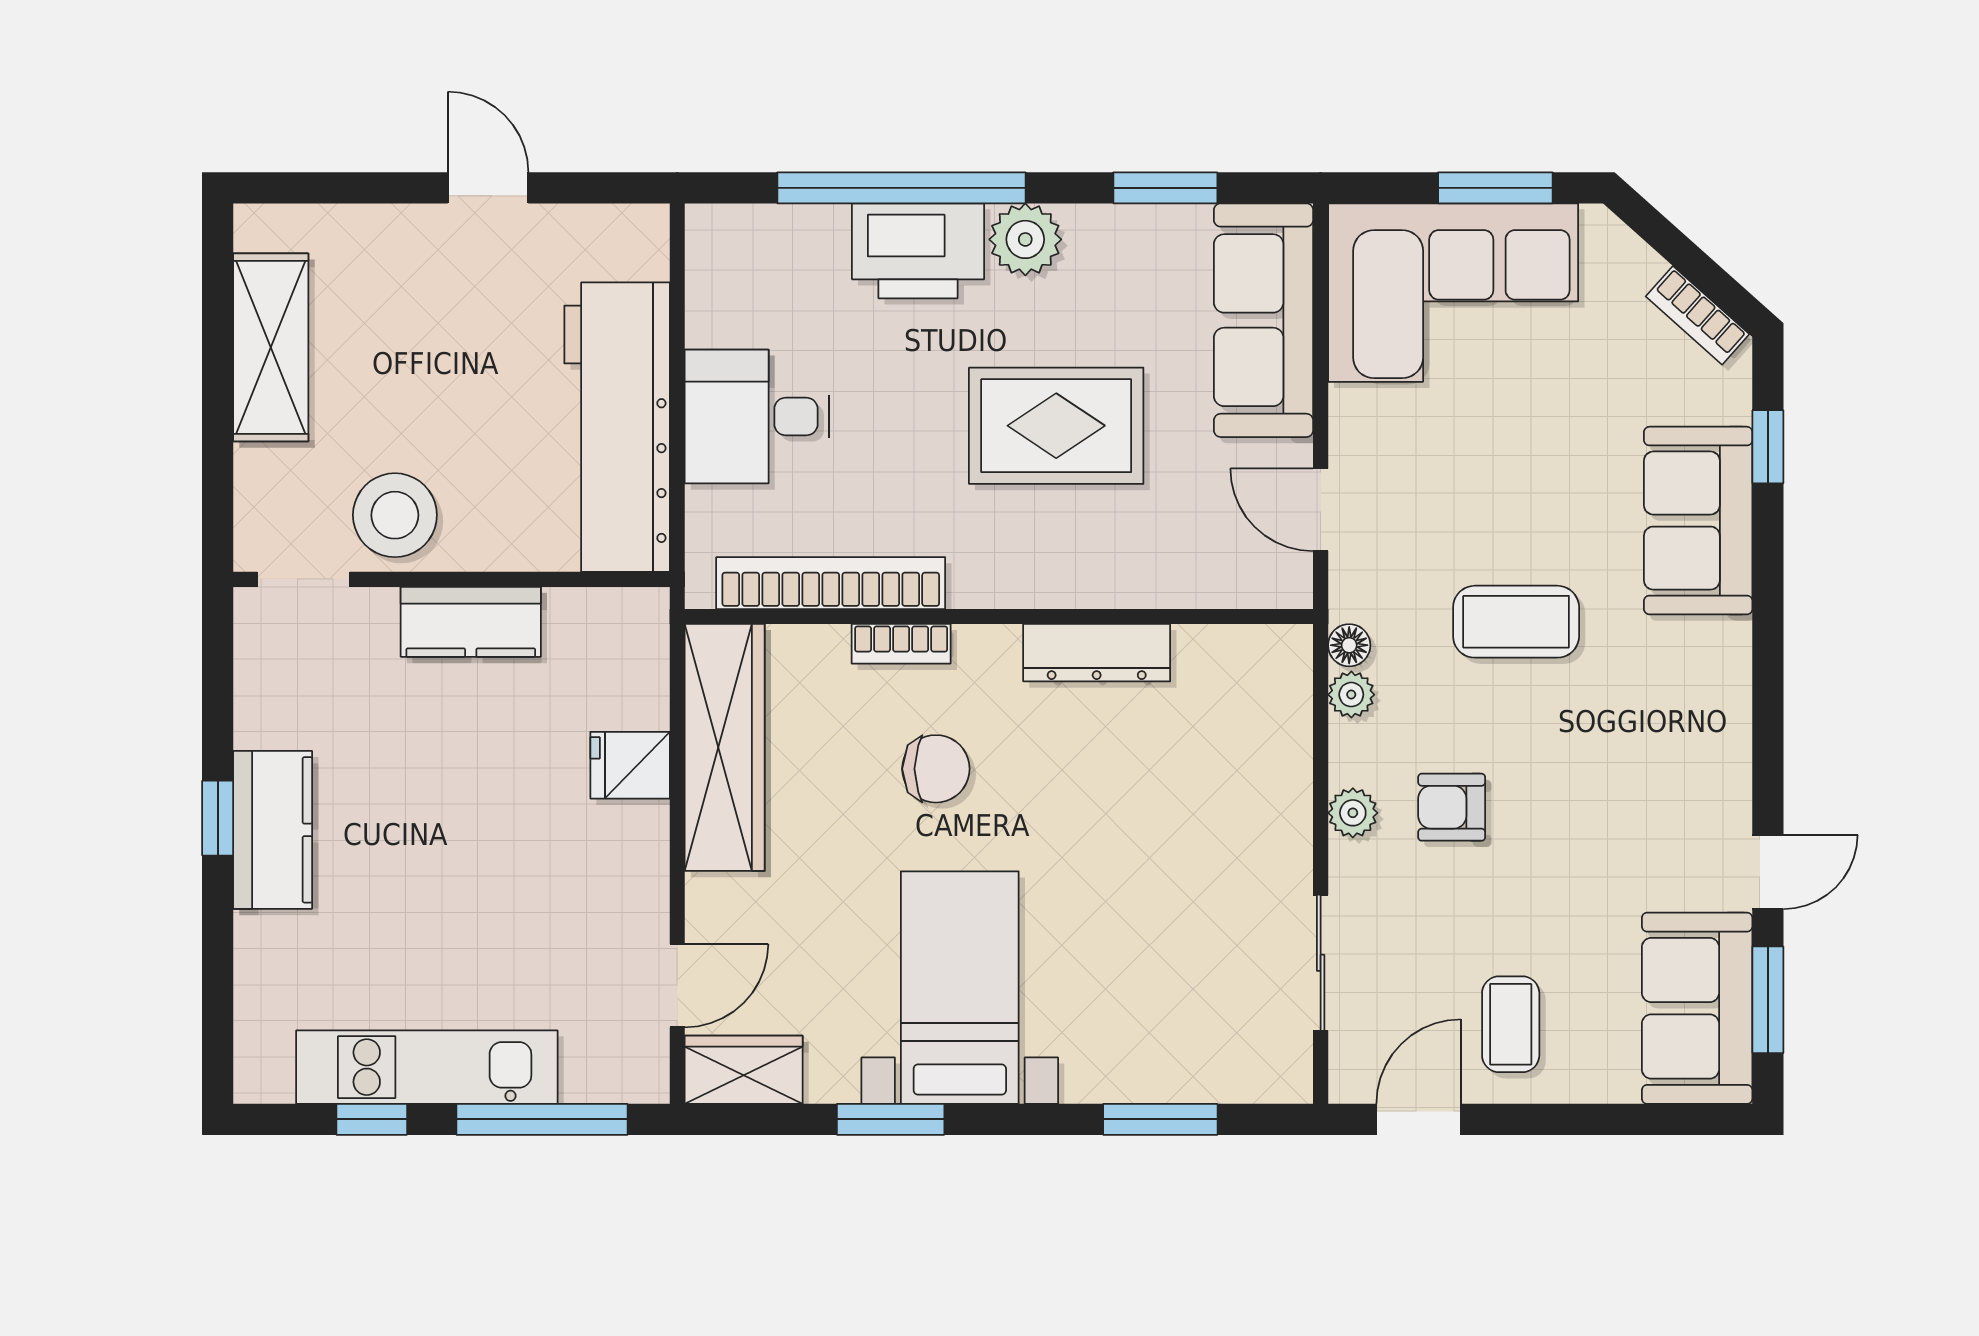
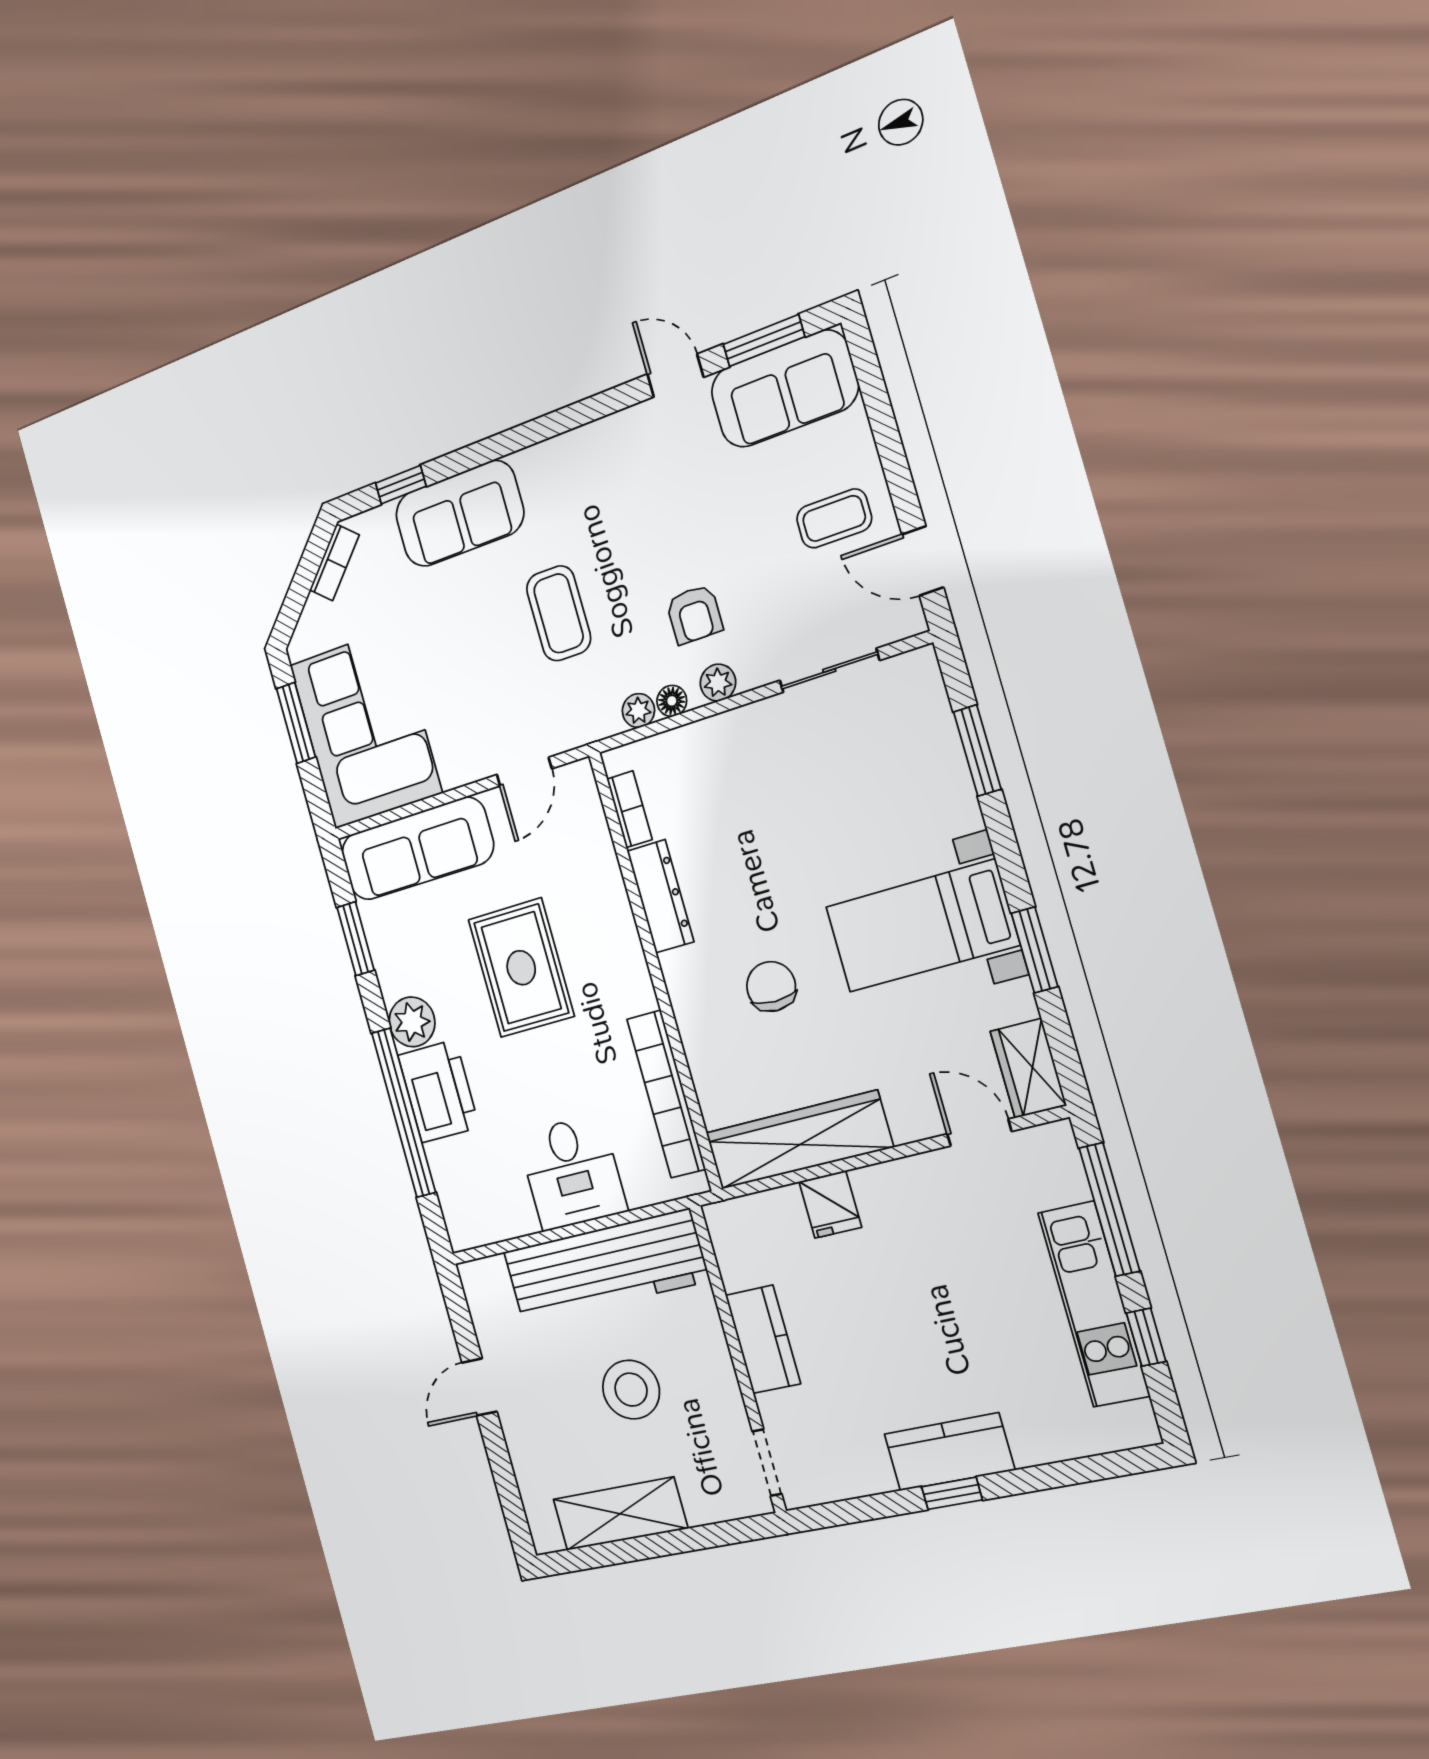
stool: (395, 515) -> (631, 1390), moved
bookcase: (901, 644) -> (630, 809), moved
floor lamp: (1349, 645) -> (672, 701), moved

